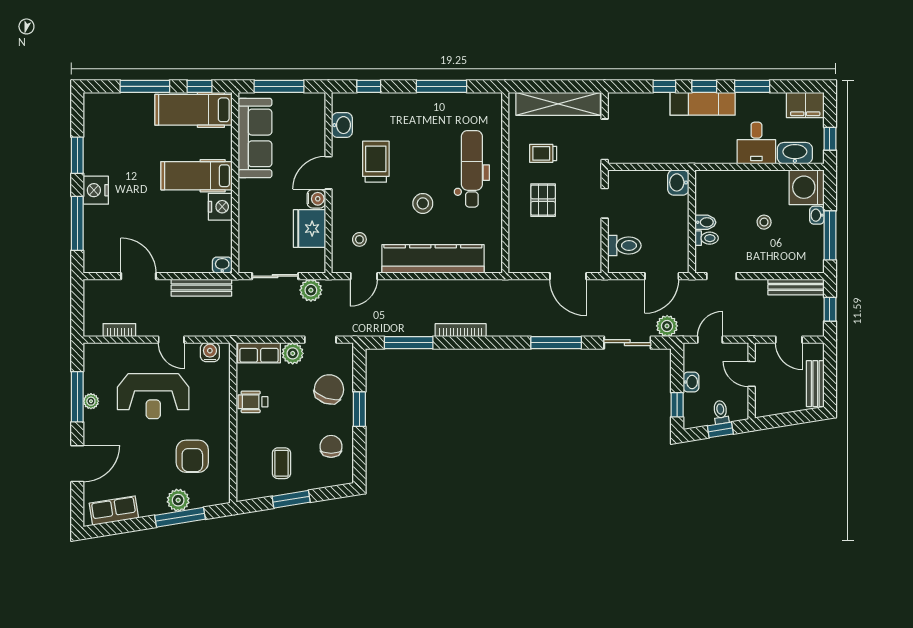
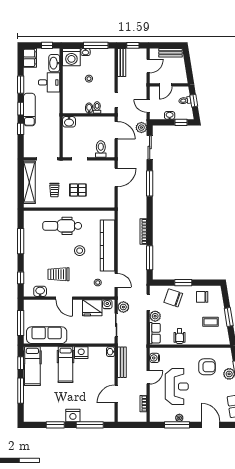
water cooler: (316, 199) -> (107, 304), moved

